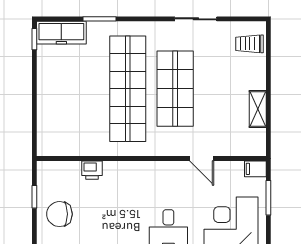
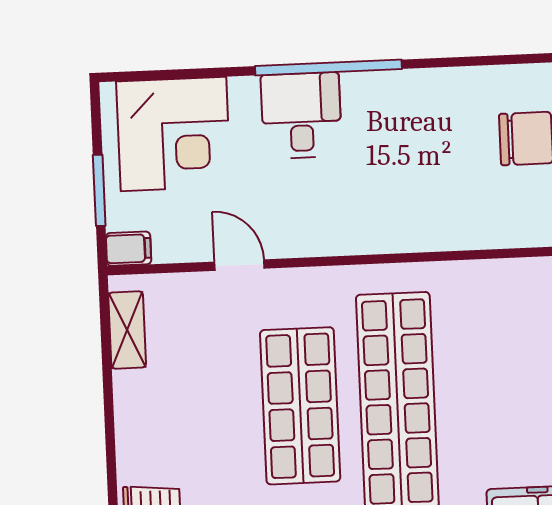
shelving: (258, 109) -> (127, 330), moved
printer: (92, 170) -> (463, 232), removed

